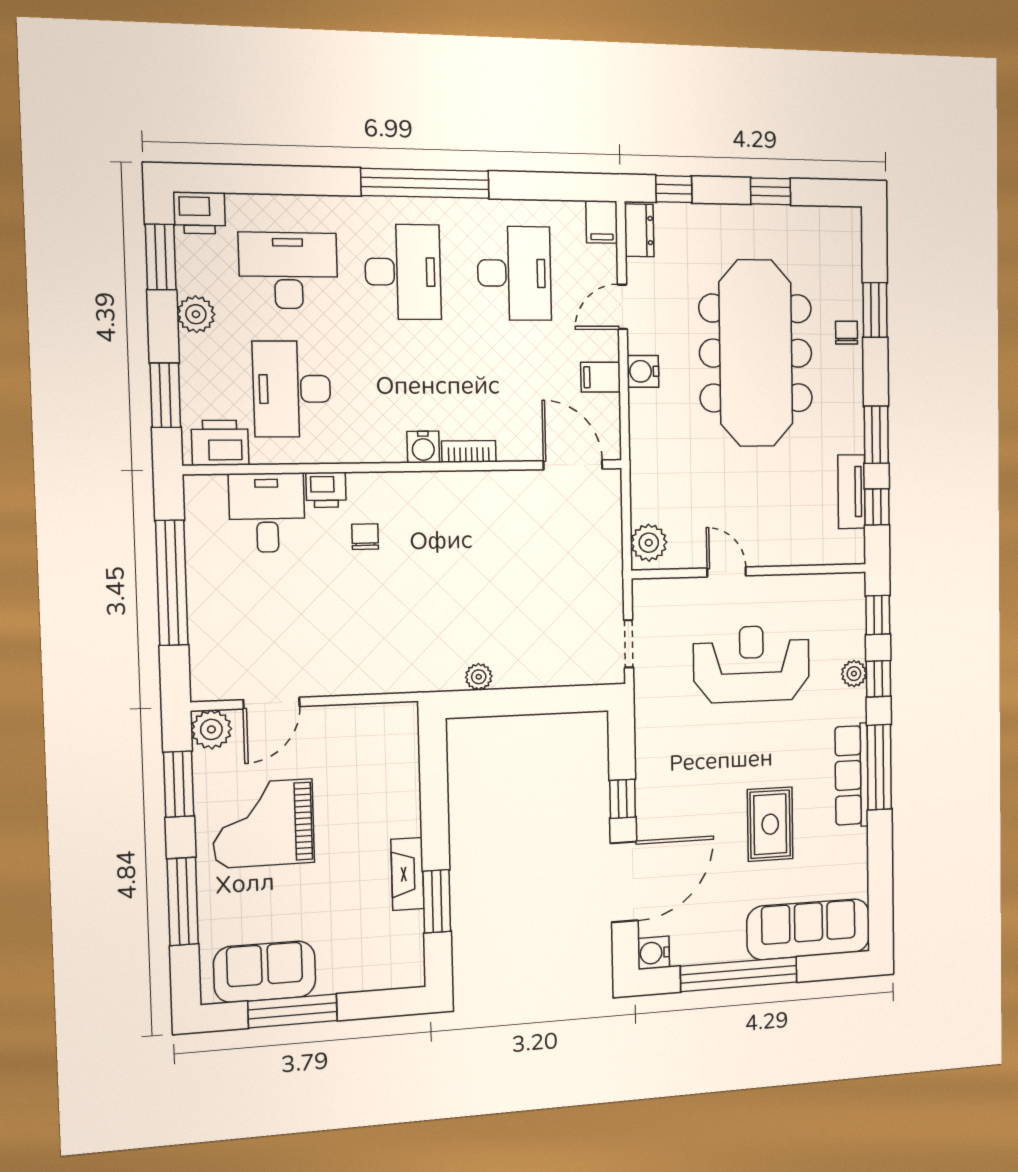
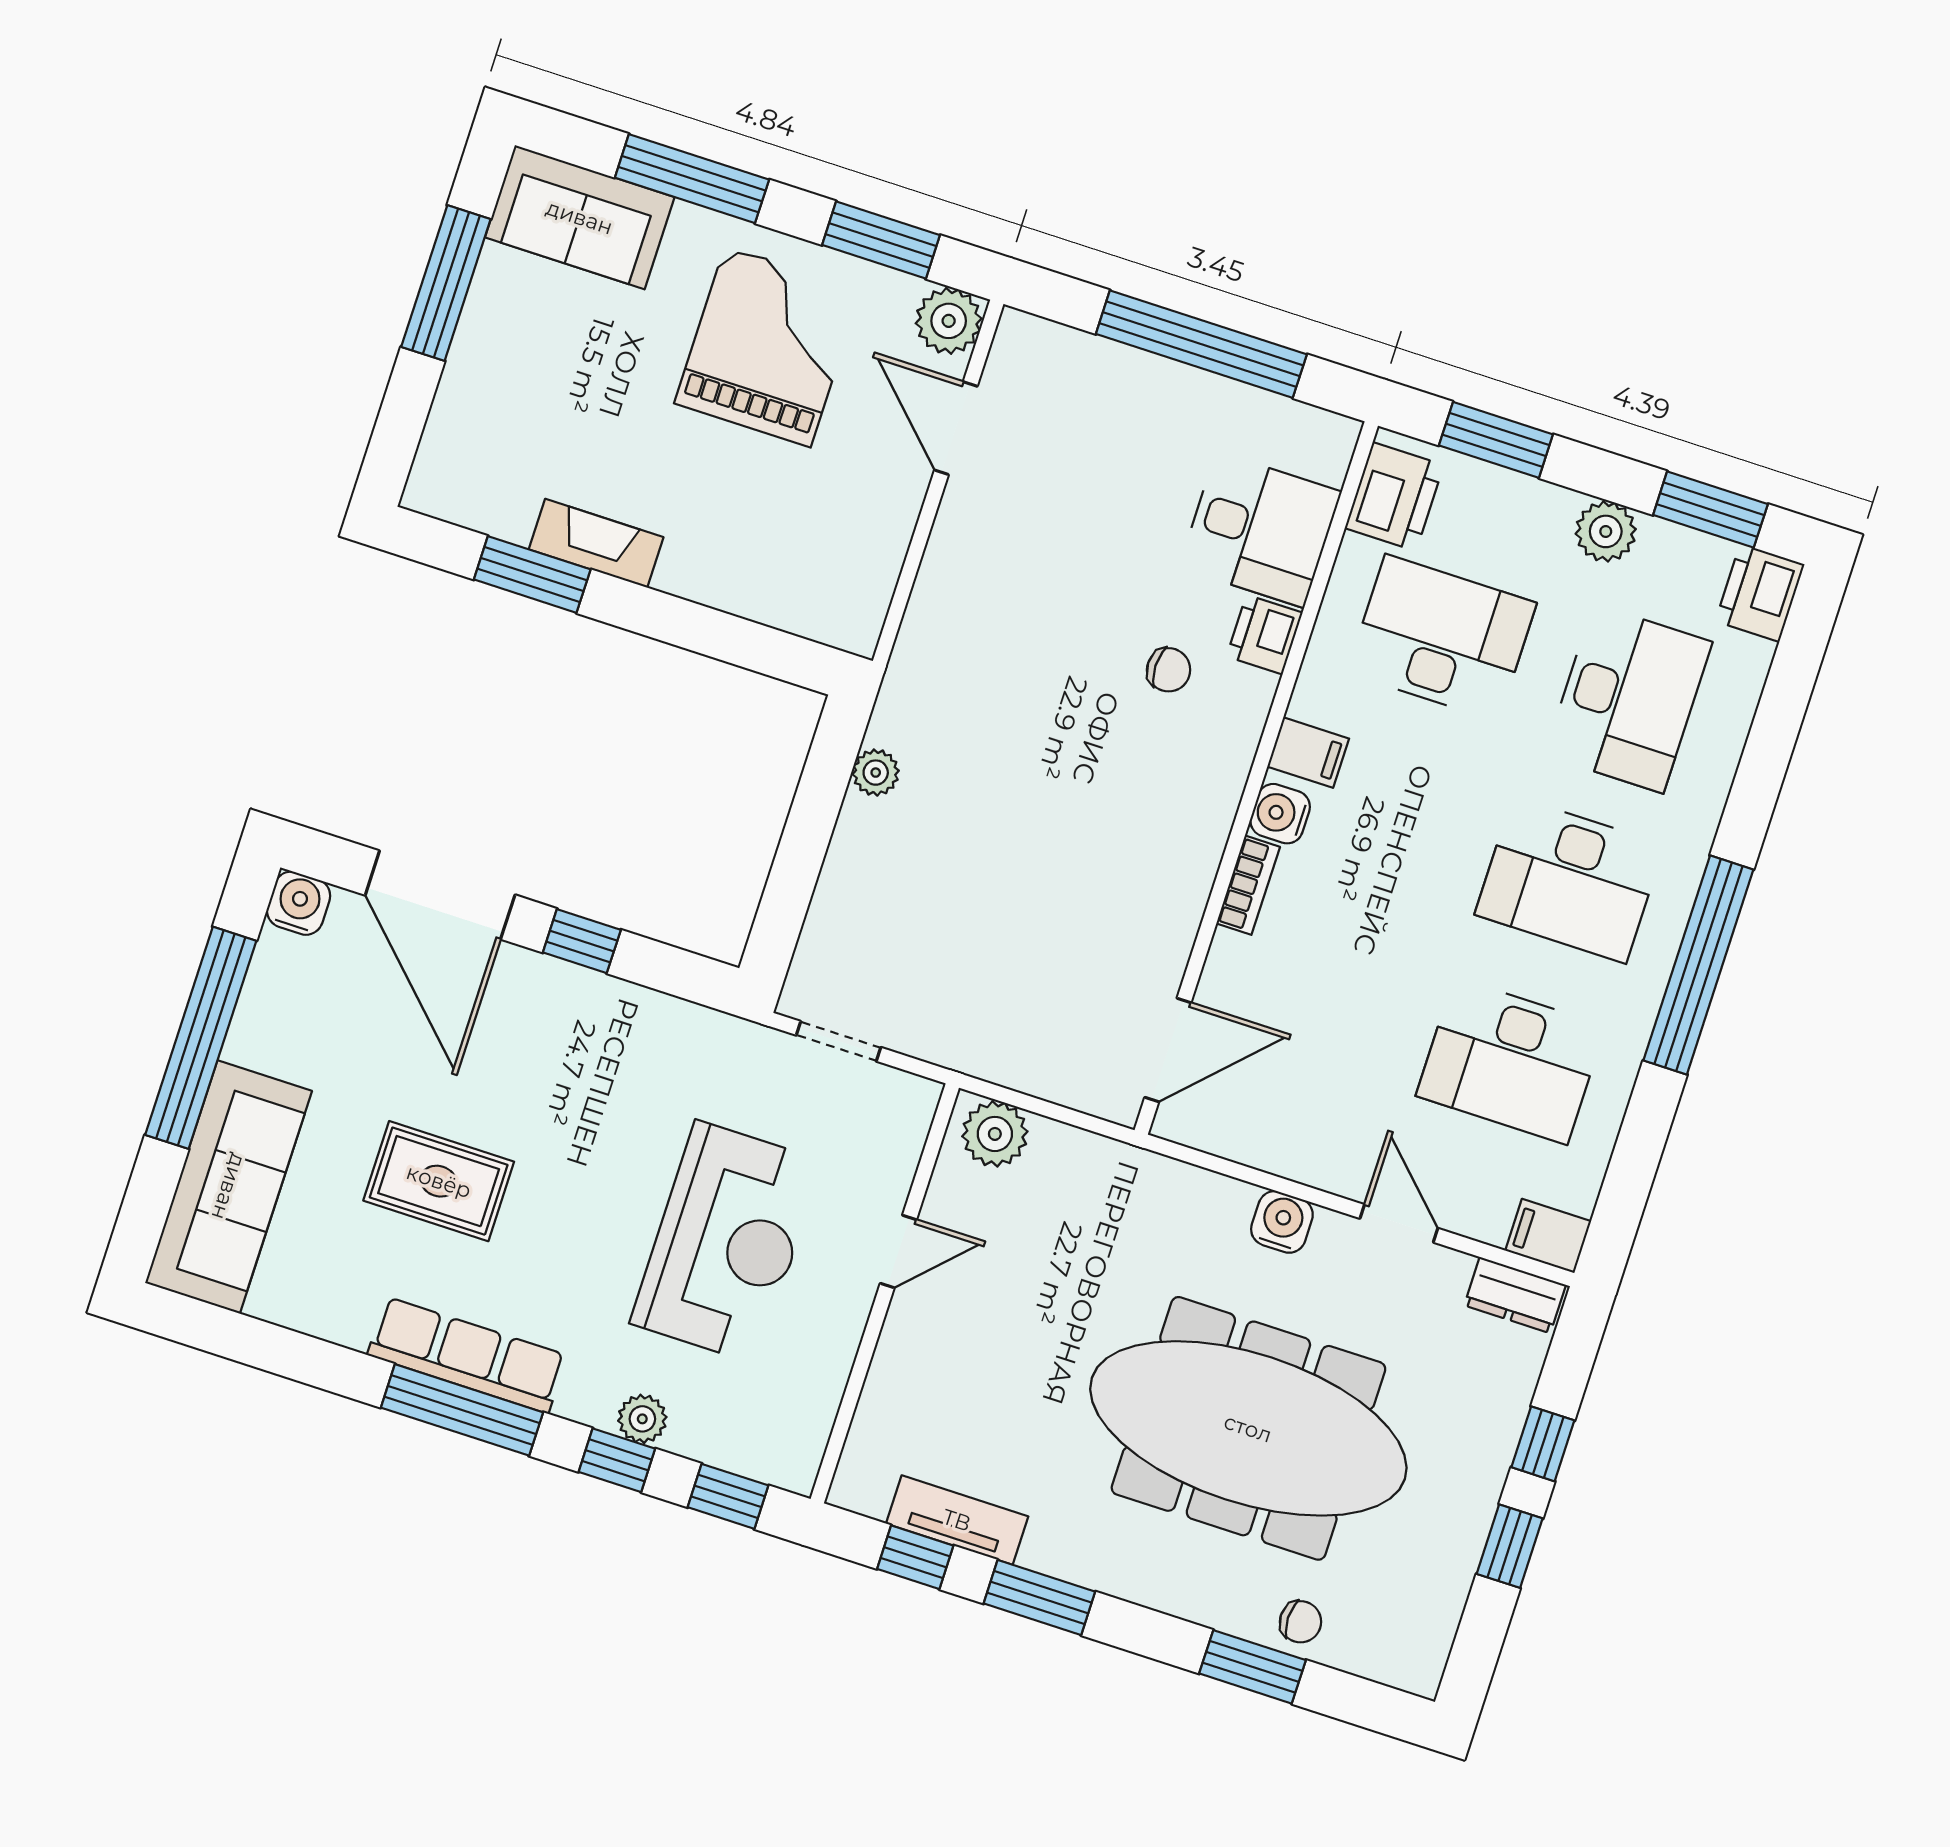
window: (674, 189) -> (1543, 1444), moved
chair: (847, 333) -> (1301, 1622), moved
filing cabinet: (601, 377) -> (1308, 753), moved, turned 90
sofa: (265, 972) -> (580, 217), moved, turned 90

